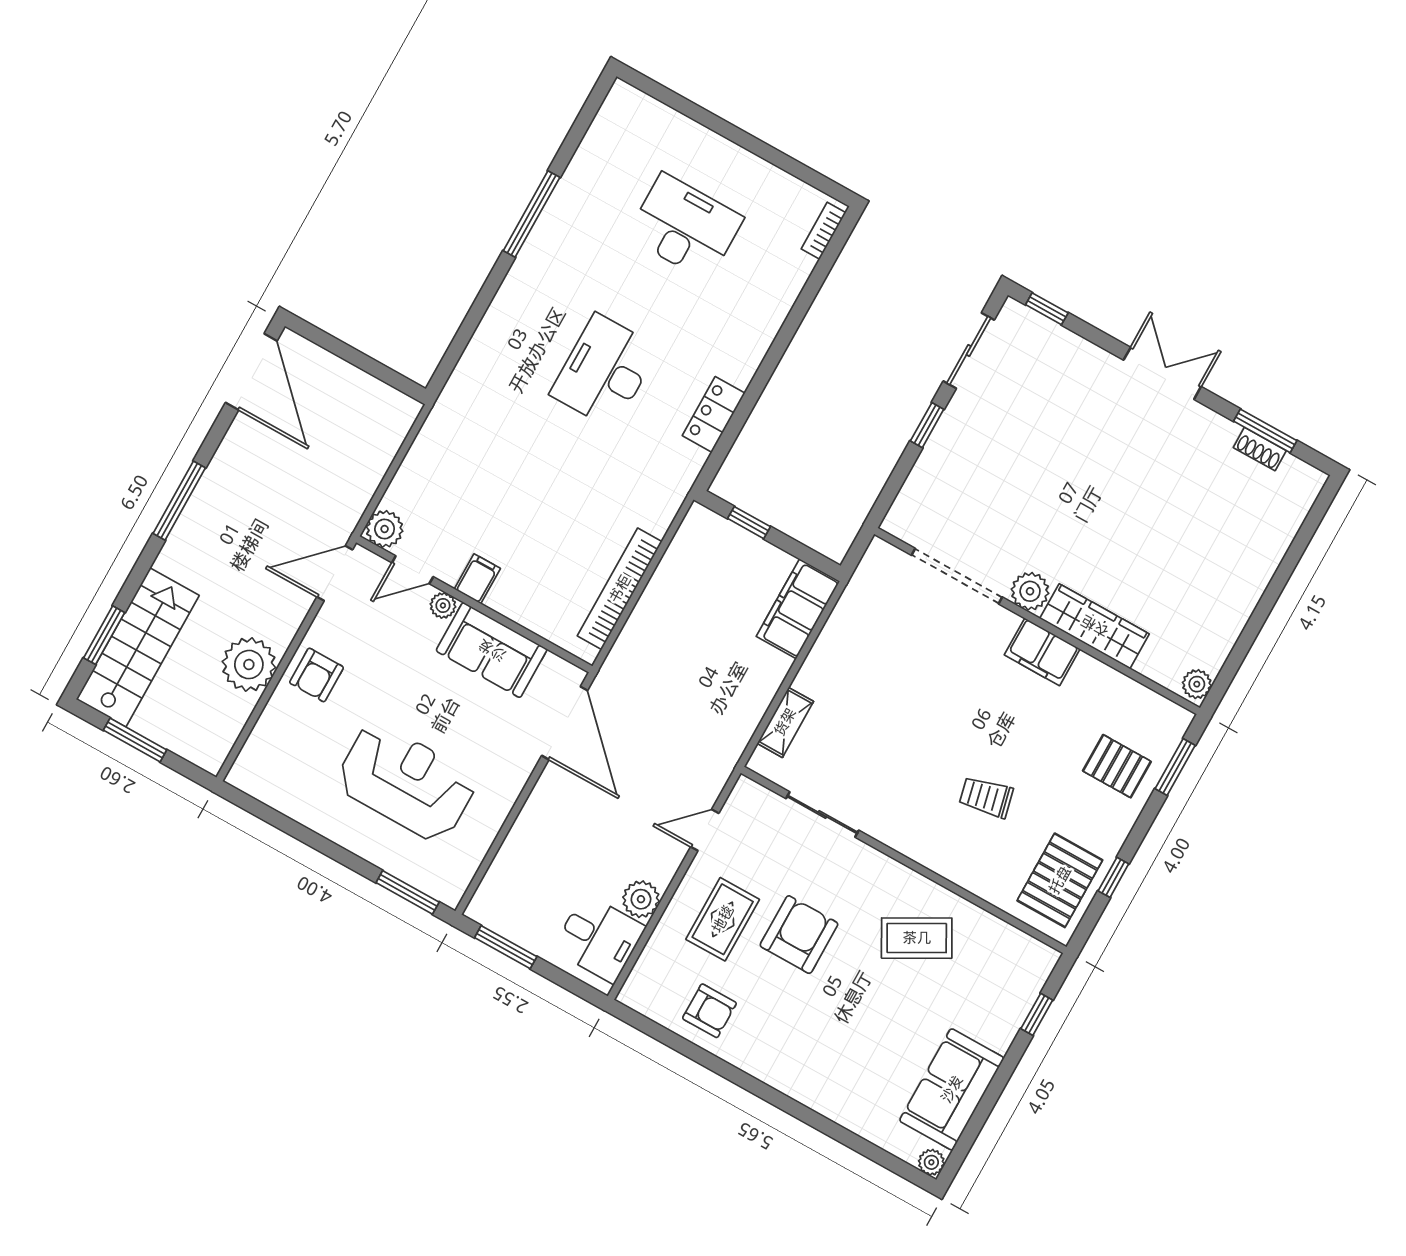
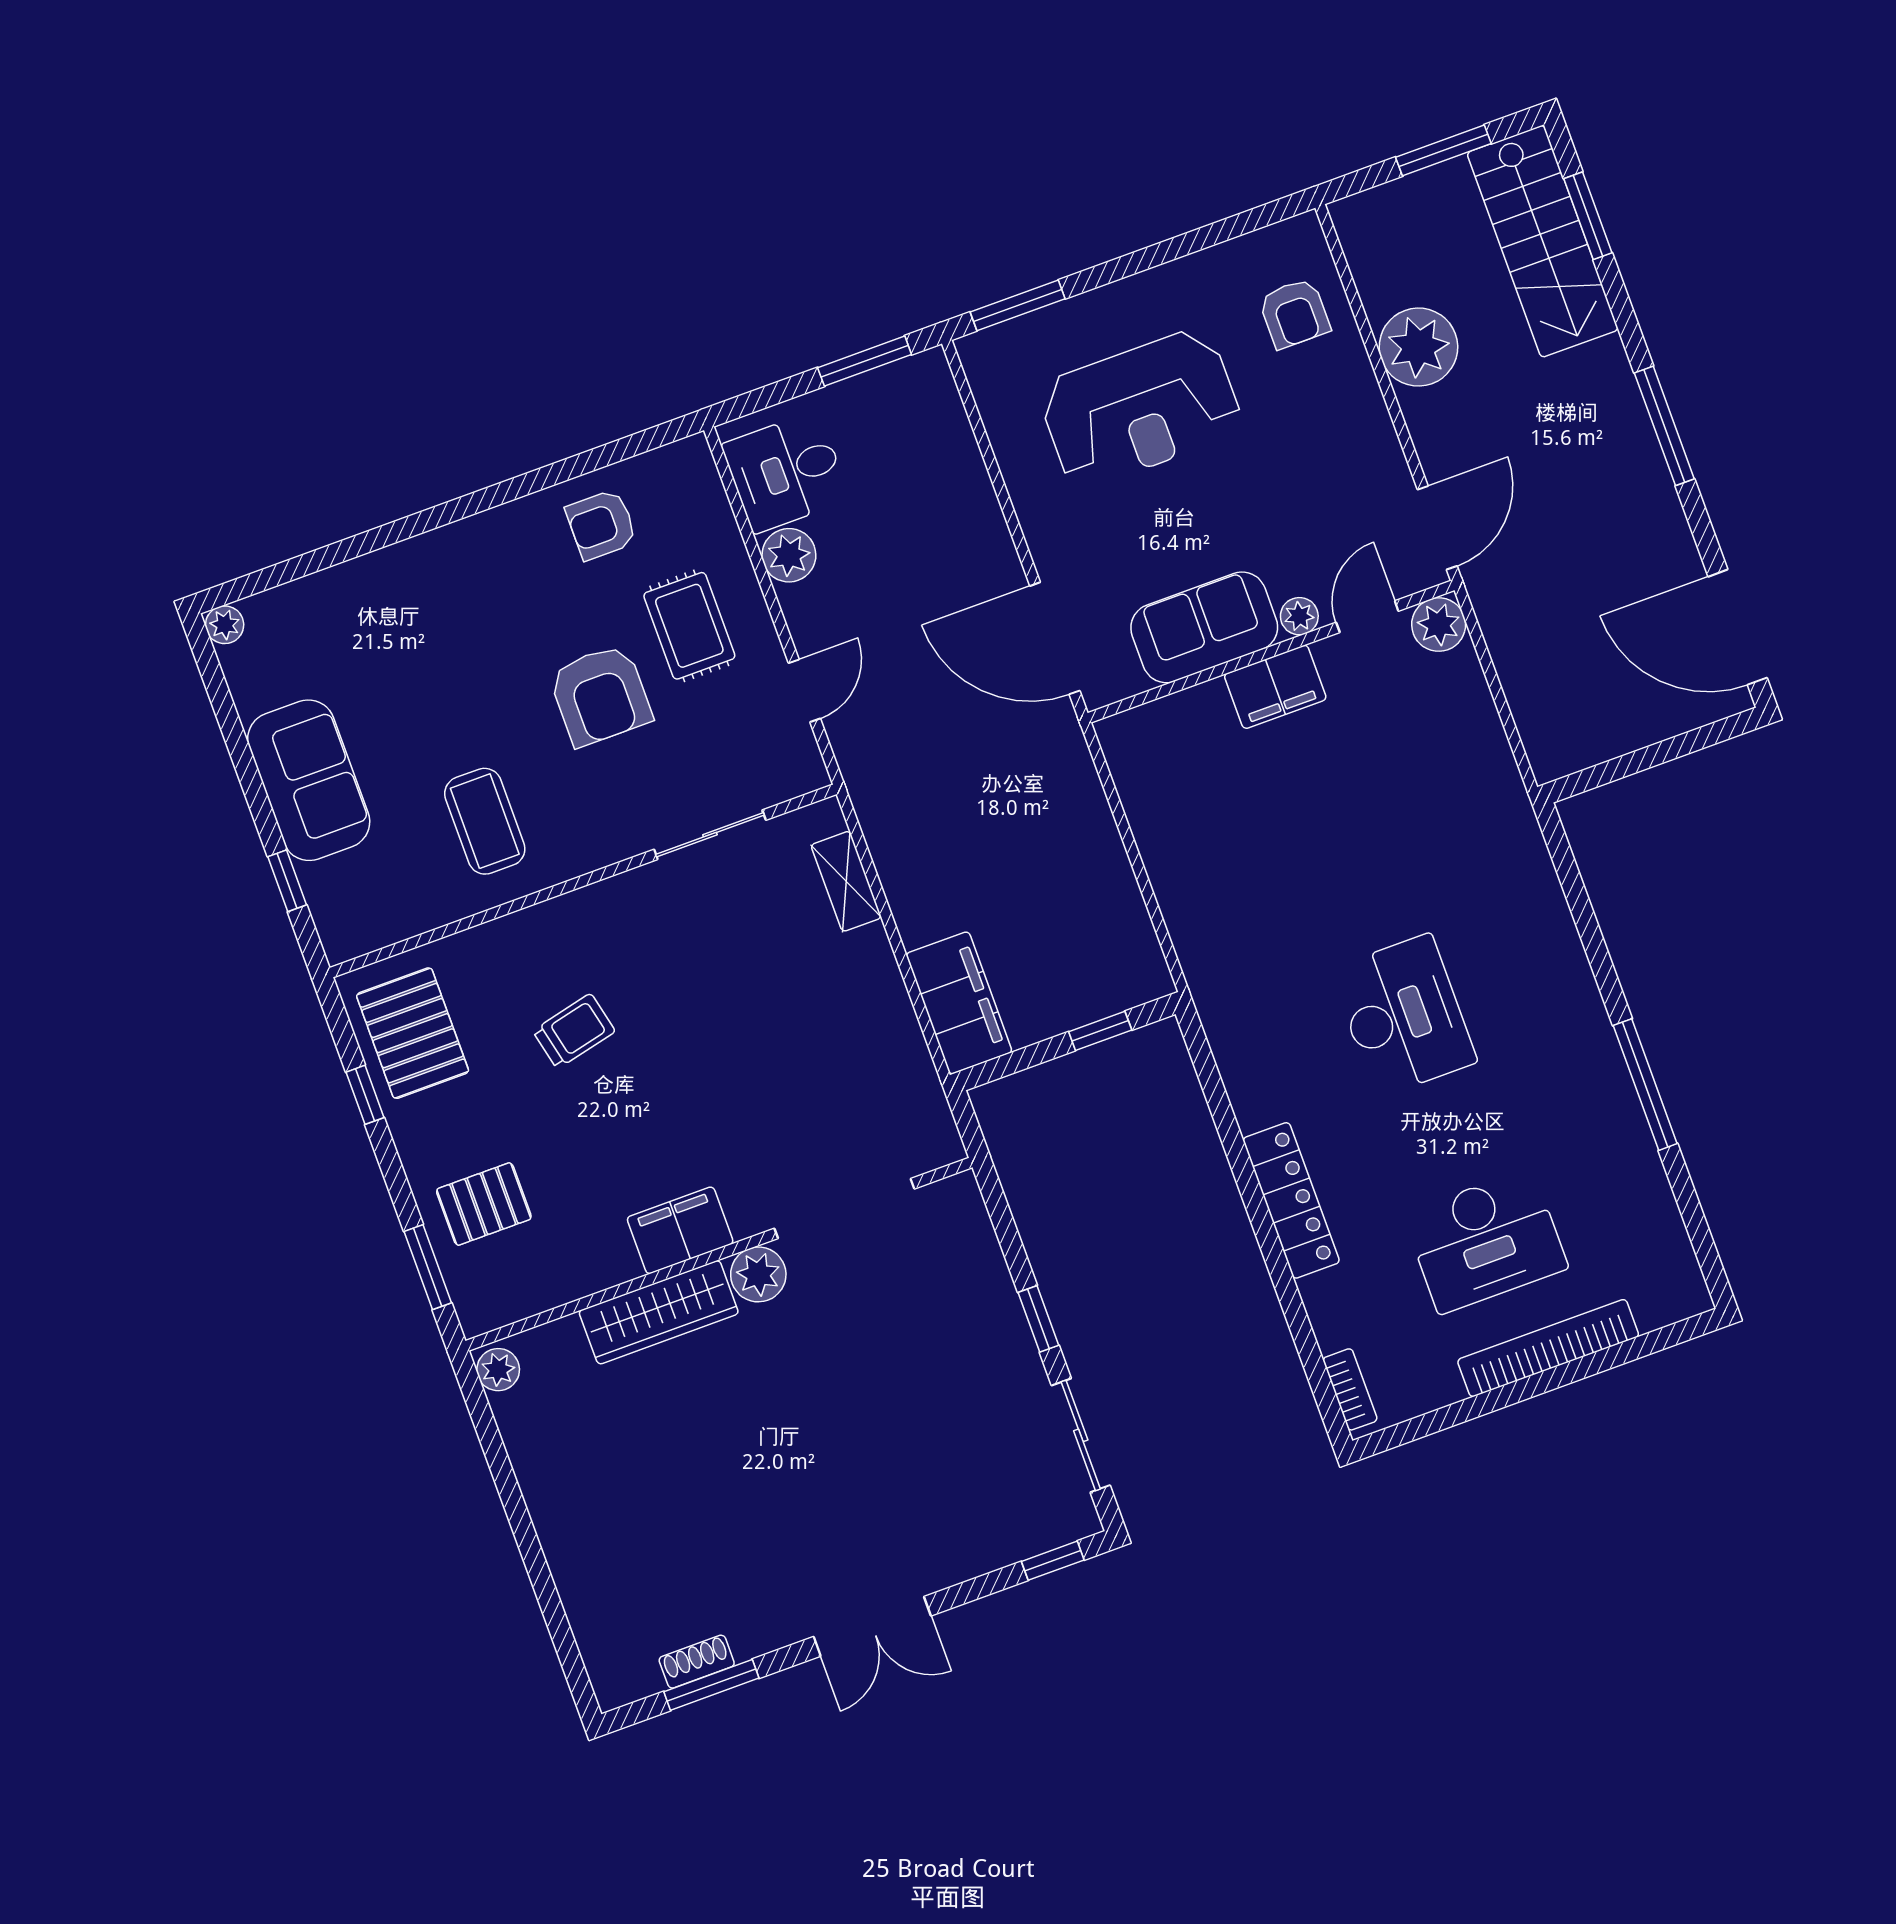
locker: (714, 414) -> (1291, 1200), moved, width x1.53
filing cabinet: (477, 579) -> (1275, 687), width x2.00
bookcase: (620, 589) -> (1548, 1348), moved, turned -90
armchair: (317, 675) -> (1294, 313), moved, turned 180
coffee table: (917, 938) -> (485, 821), turned -61
sofa: (952, 1089) -> (309, 780), moved

